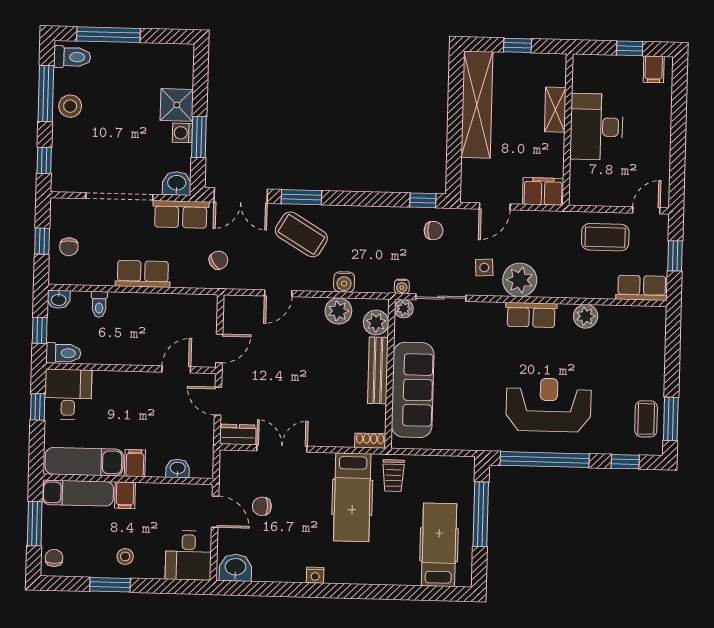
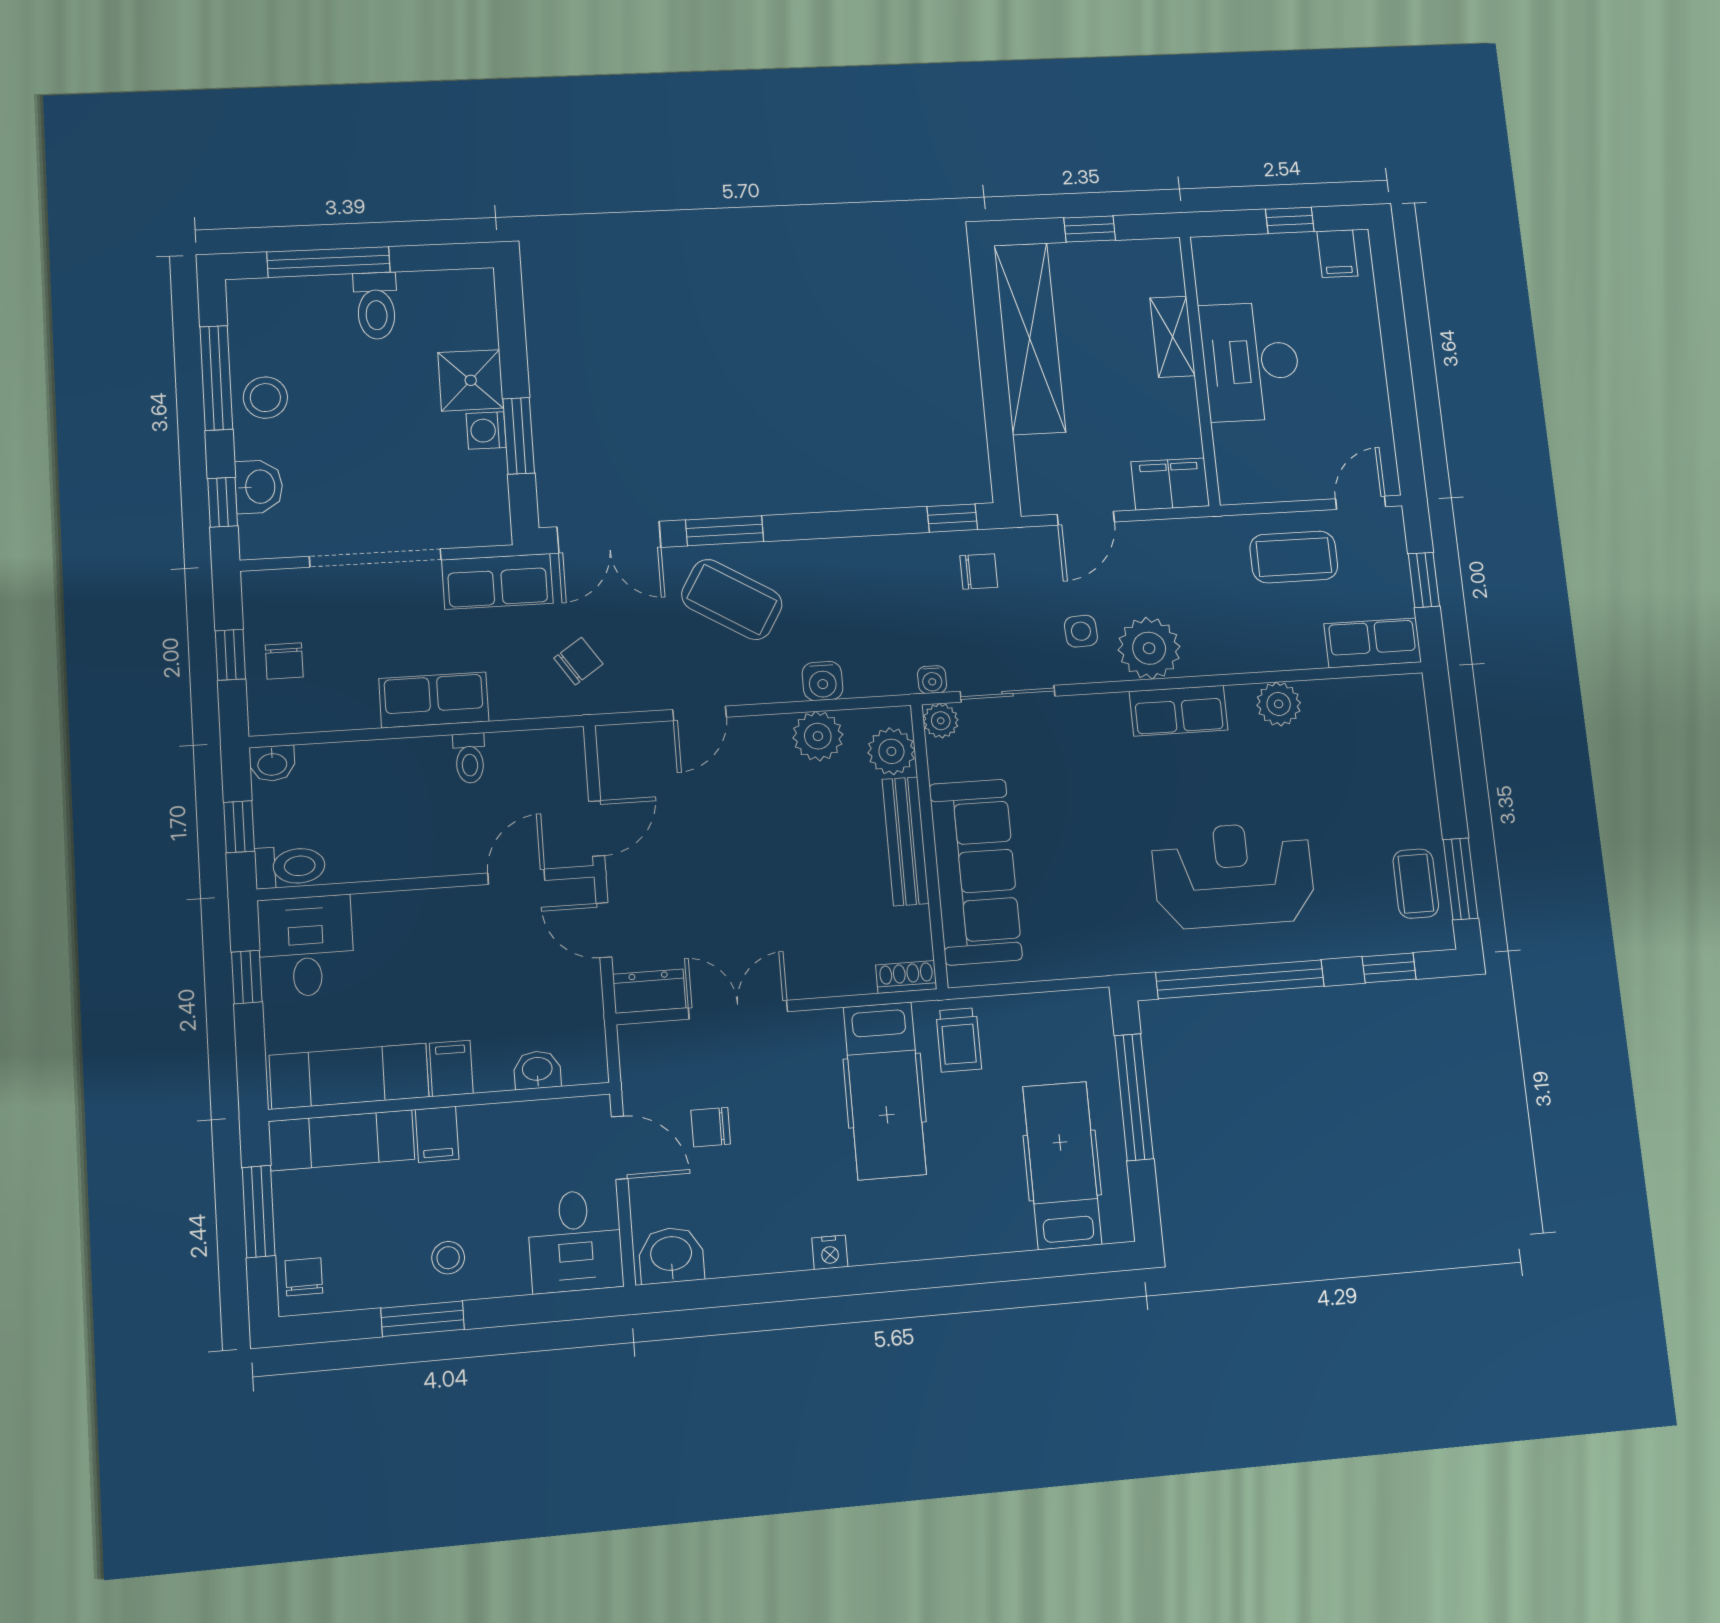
toilet: (72, 57) -> (376, 306), moved, turned 90
washbasin: (177, 183) -> (259, 487), moved, turned 90
toilet: (99, 304) -> (470, 758), moved

